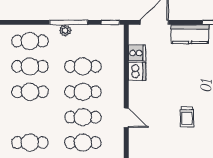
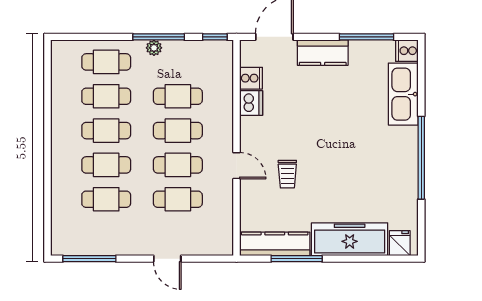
cafe table: (30, 117) -> (106, 165), added
trolley: (187, 117) -> (287, 174), moved

